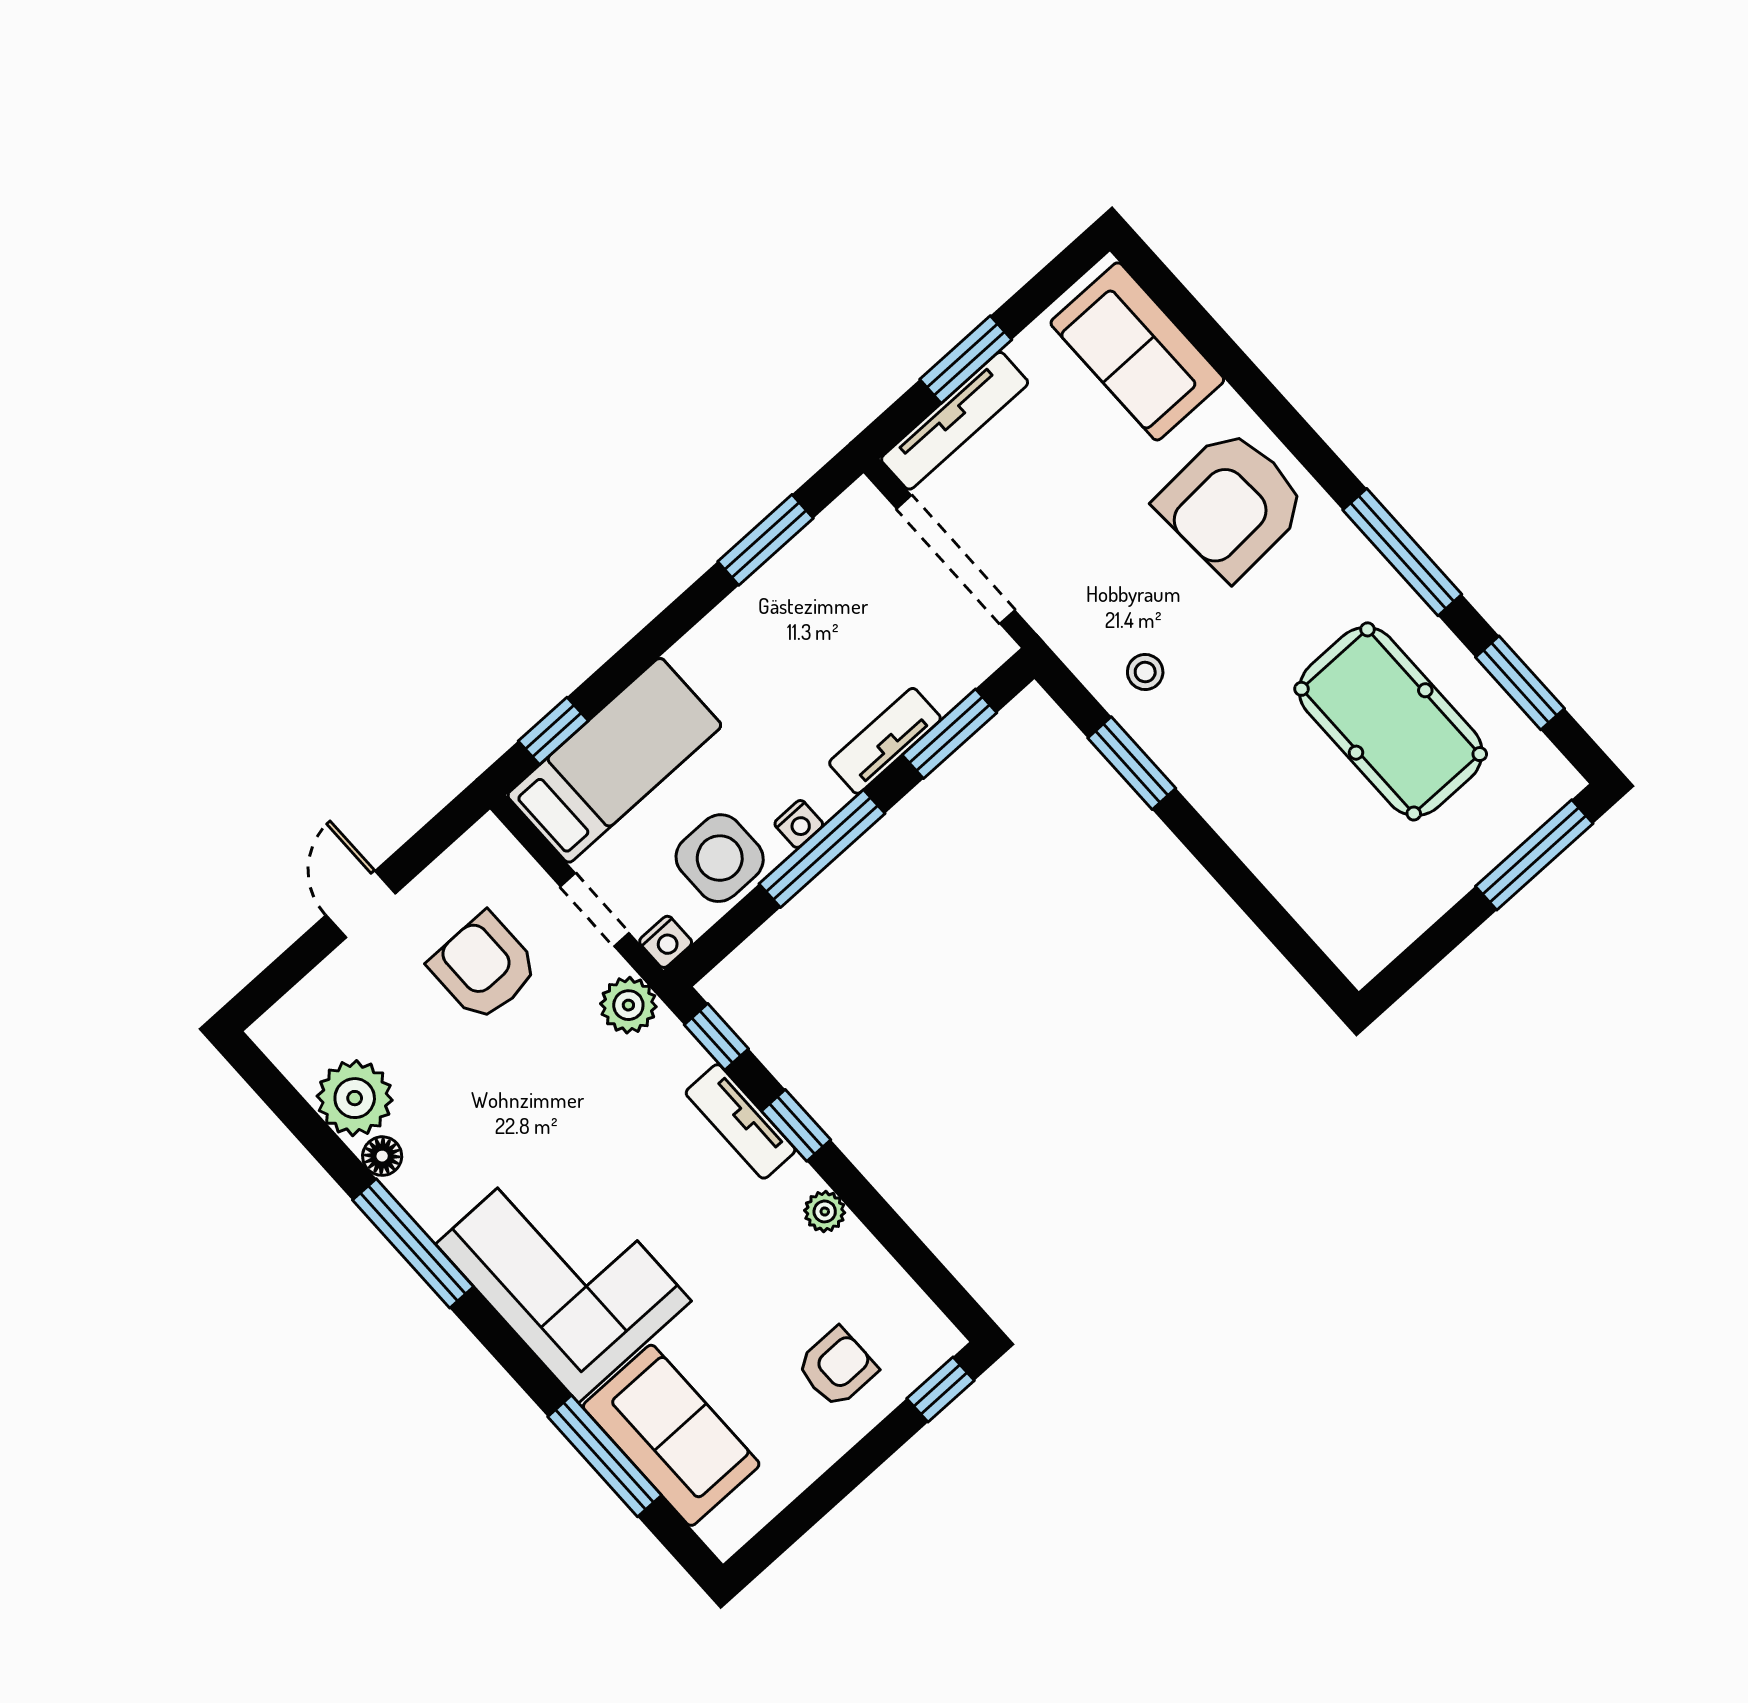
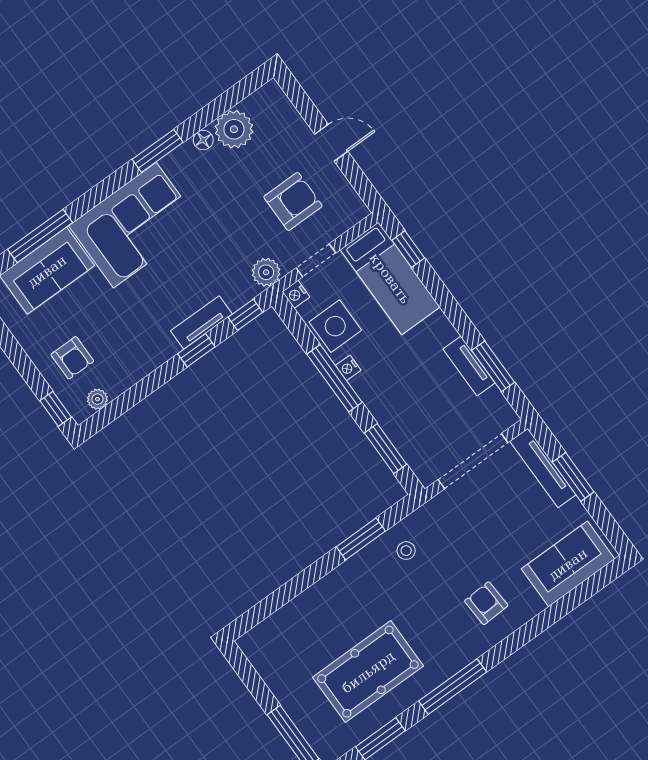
armchair: (1232, 504) -> (486, 603), width x0.53, depth x0.53
tv unit: (885, 741) -> (469, 366), moved, turned 180
plant: (825, 1211) -> (97, 399), moved
window: (413, 1243) -> (158, 151), width x0.69

